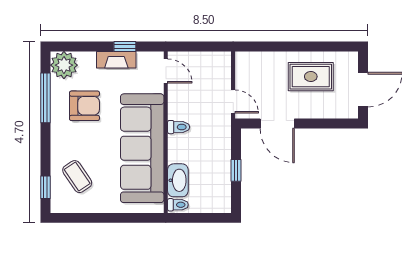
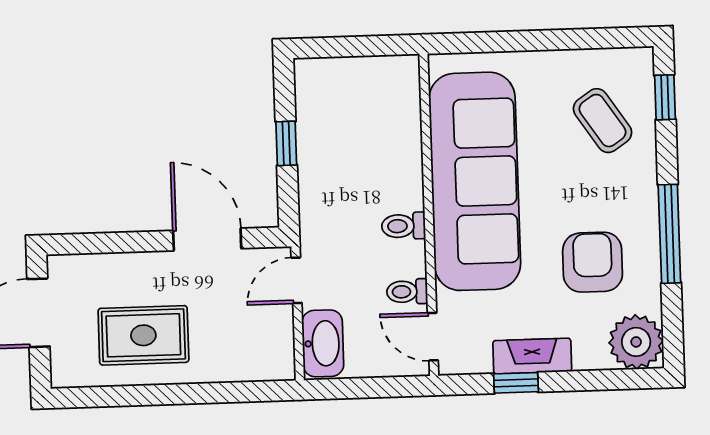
window: (45, 98) -> (669, 234), moved
door: (233, 102) -> (297, 280), hinge flipped
armchair: (84, 106) -> (593, 262), turned 90
washbasin: (178, 180) -> (323, 343), moved, turned 180
toilet: (178, 205) -> (407, 292), moved

